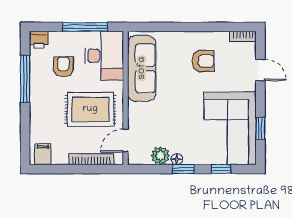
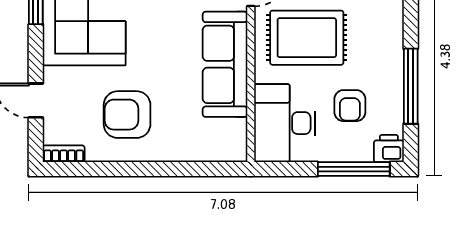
window: (85, 27) -> (354, 169), moved
armchair: (203, 61) -> (127, 115), width x1.38, depth x1.38
sofa: (142, 68) -> (225, 64), moved

